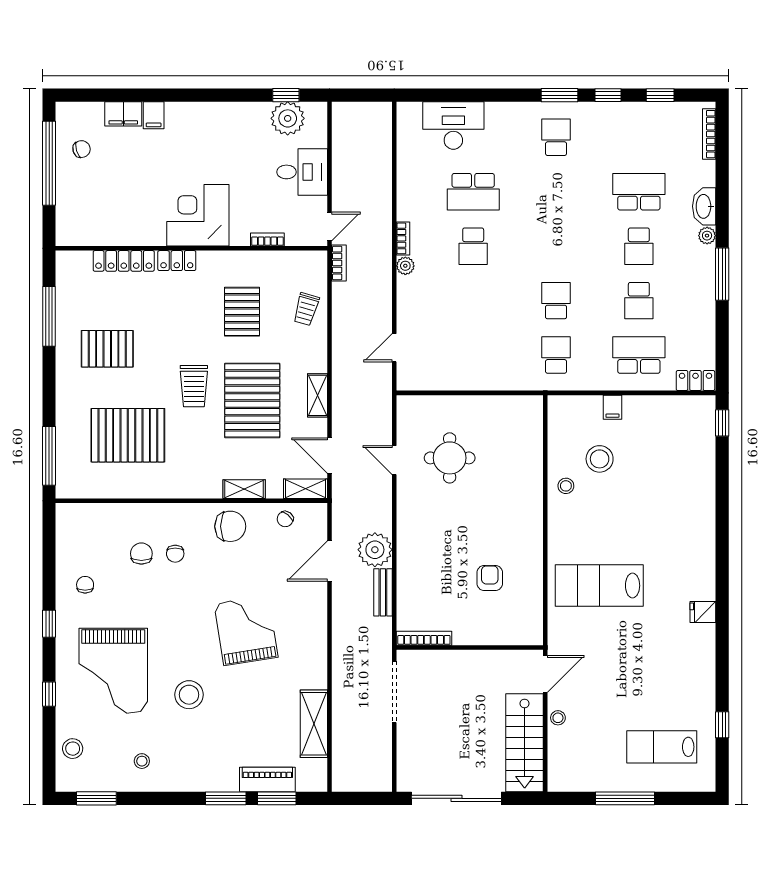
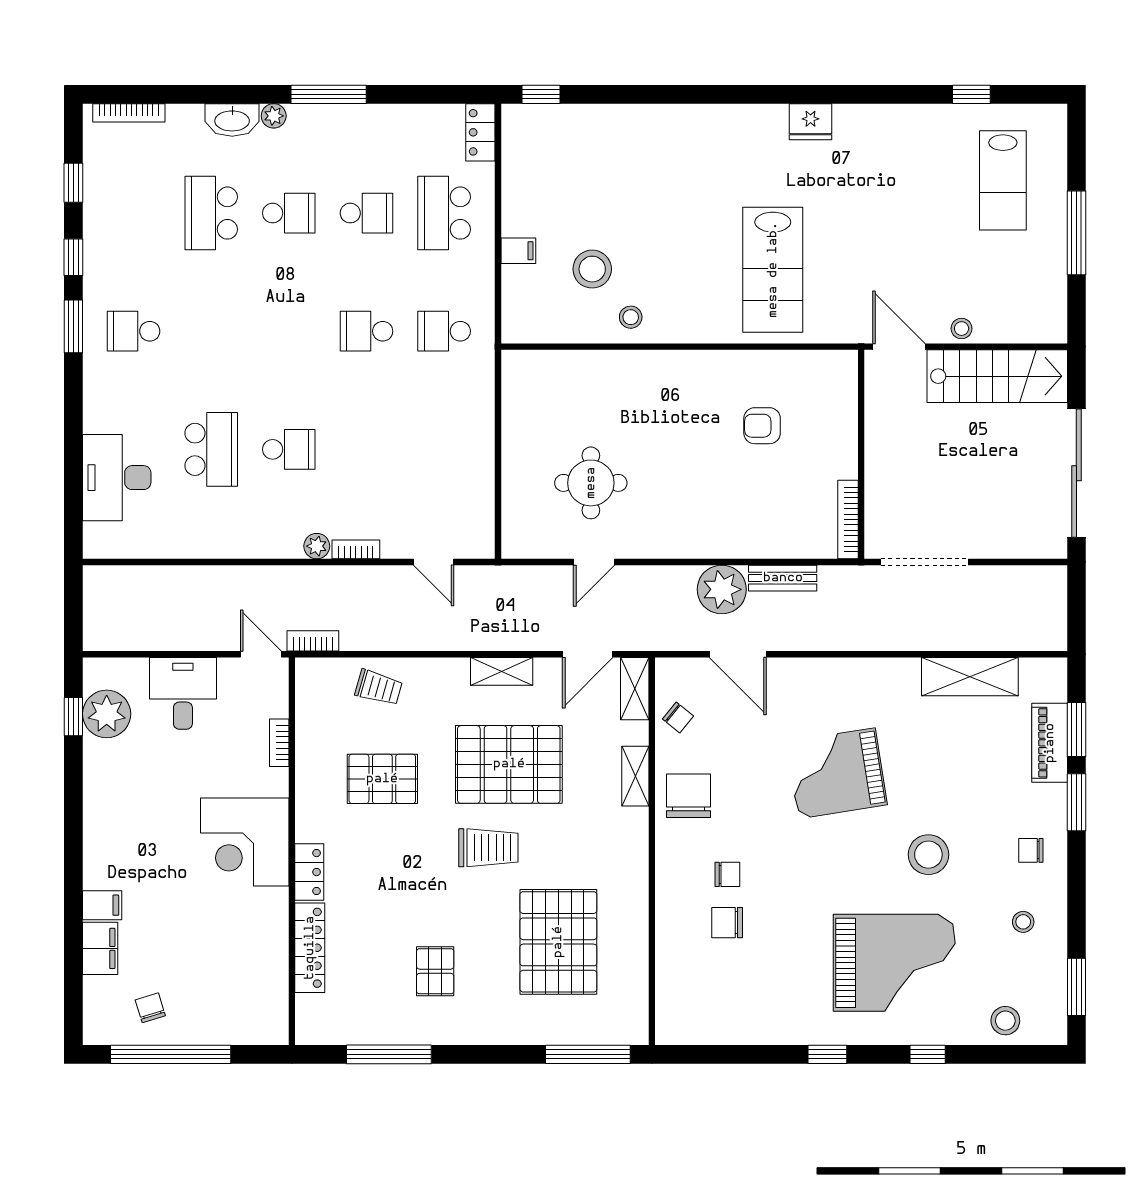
bookcase: (403, 238) -> (356, 549), moved
pallet: (107, 349) -> (435, 971), width x0.67, depth x0.71
chair: (85, 585) -> (1031, 850), moved
fridge: (703, 612) -> (810, 122), width x1.38

